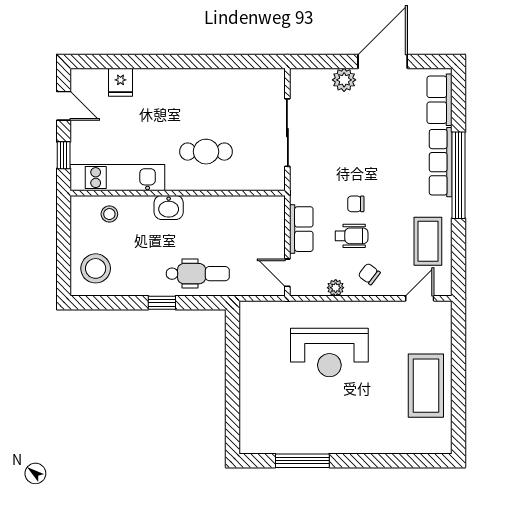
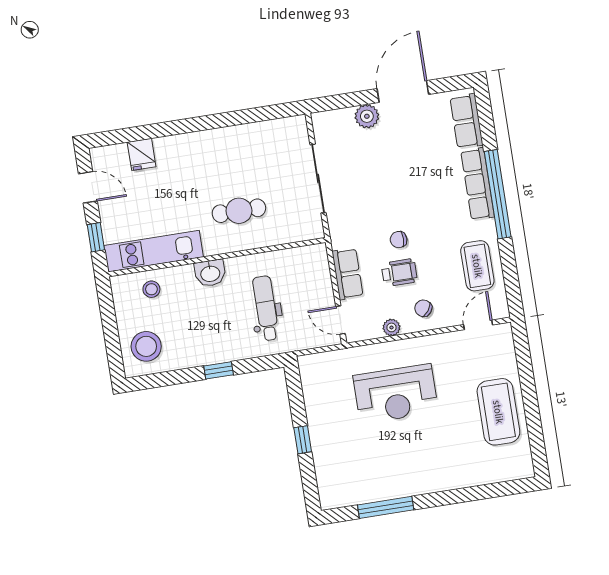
dental chair: (198, 274) -> (266, 308), moved, turned -90
window: (233, 383) -> (303, 440), added

